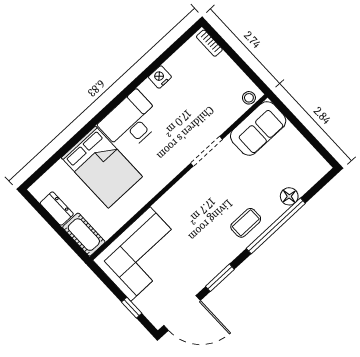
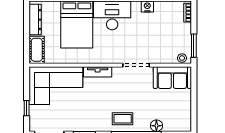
window: (249, 72) -> (194, 46), added
tv unit: (172, 197) -> (98, 72), added
dresser: (57, 209) -> (35, 20), width x1.44

